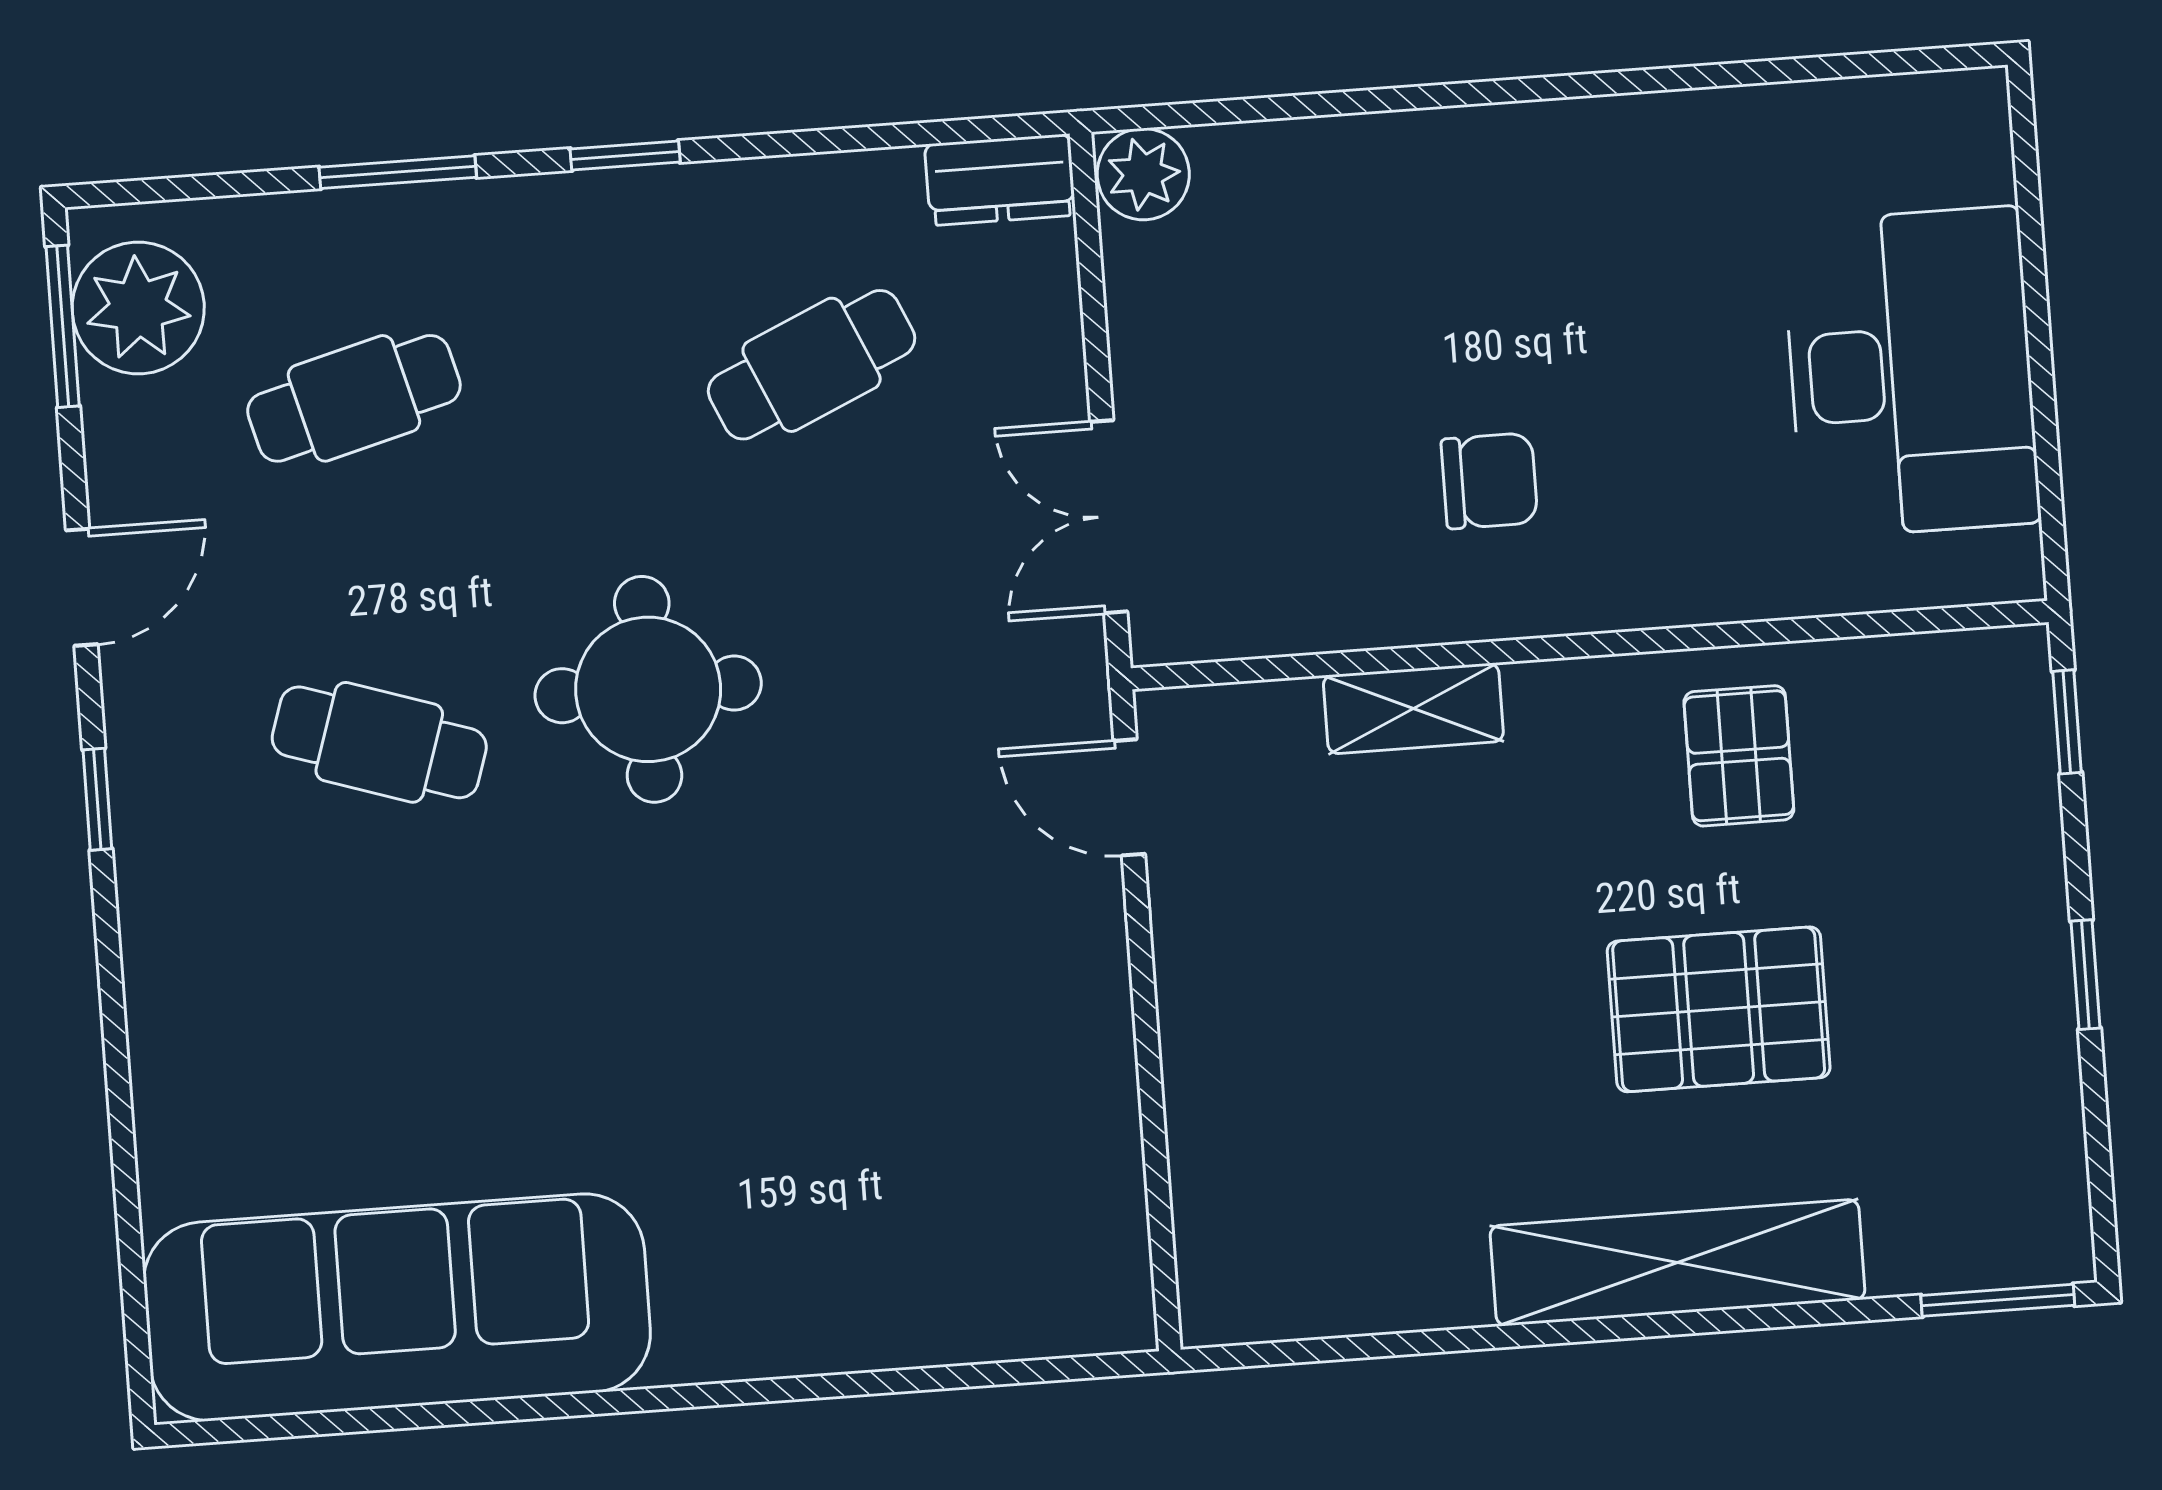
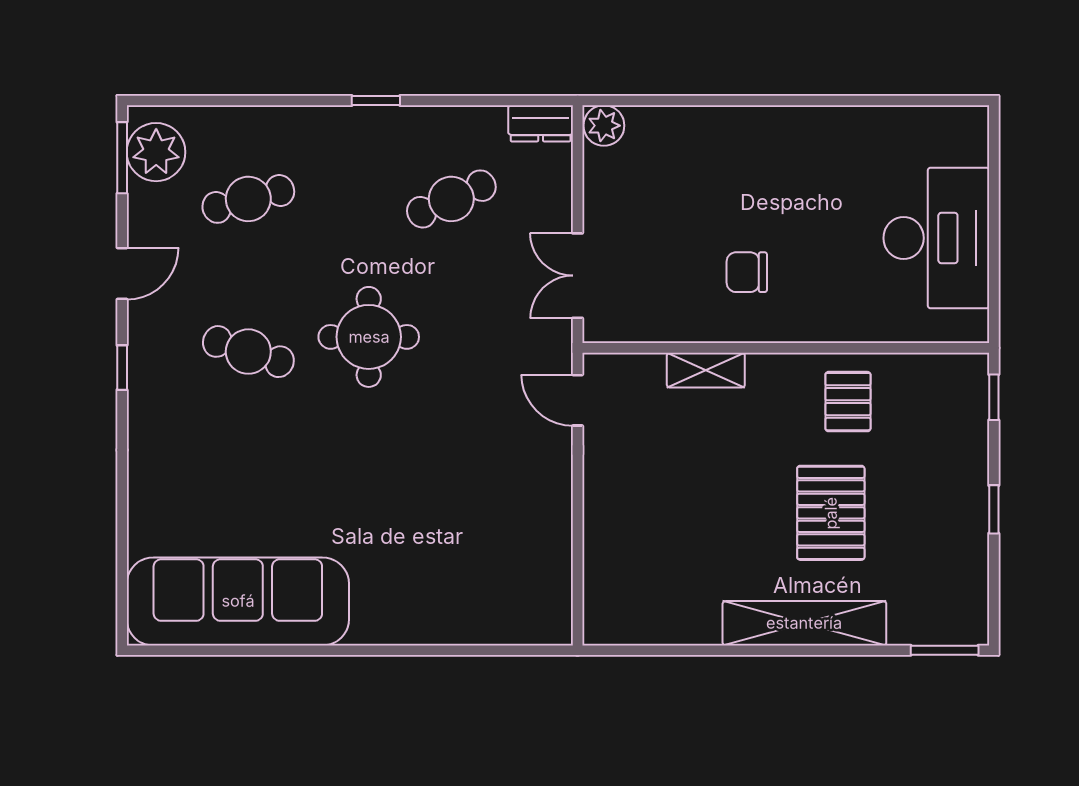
window: (398, 172) -> (275, 101), removed
chair: (1489, 481) -> (747, 272), turned 180
pallet: (1719, 1009) -> (831, 513), turned 90

